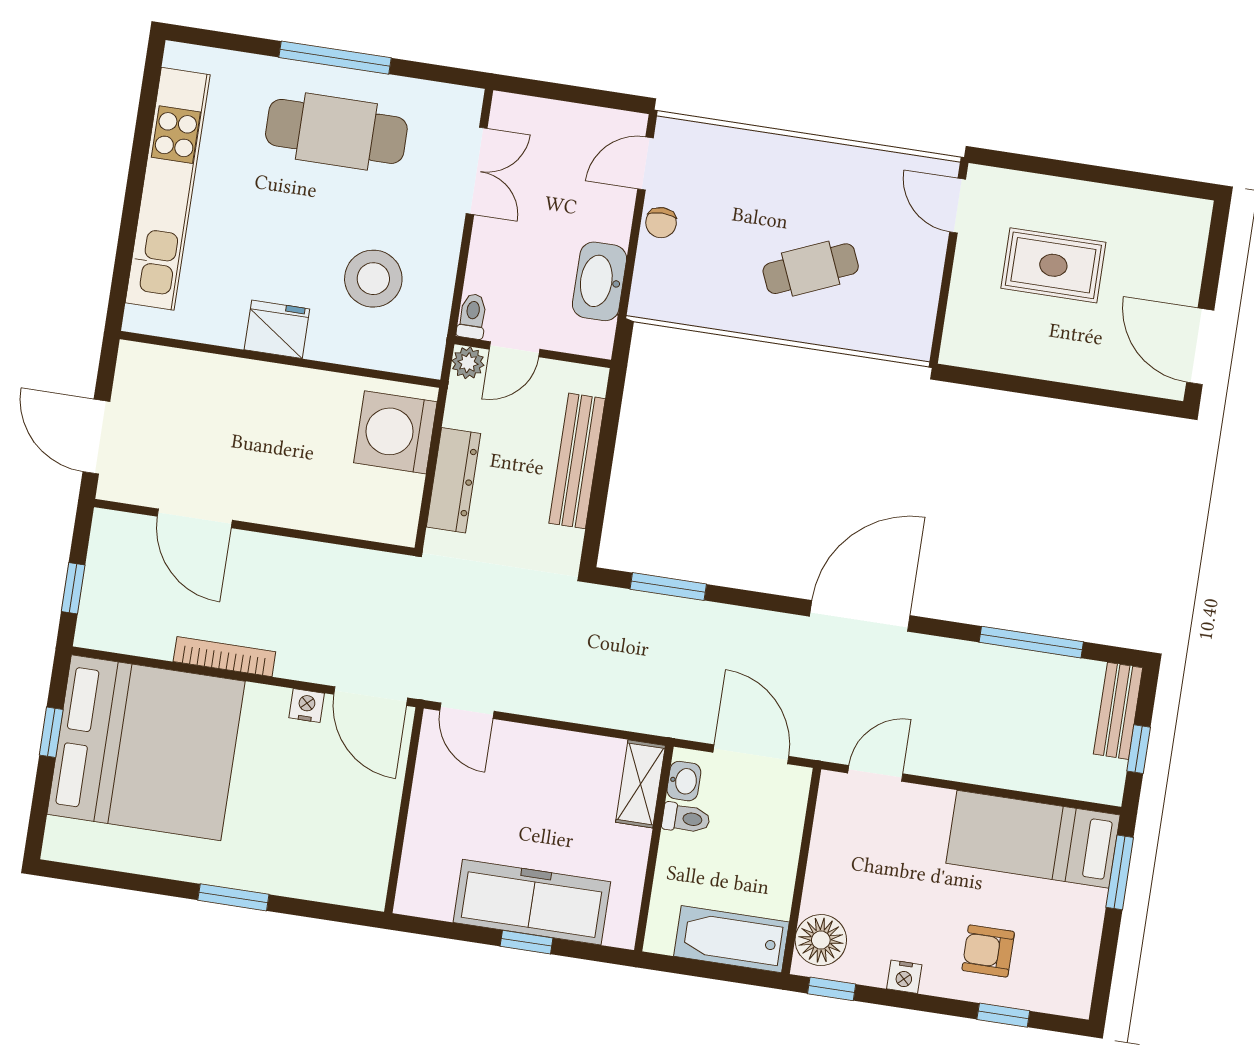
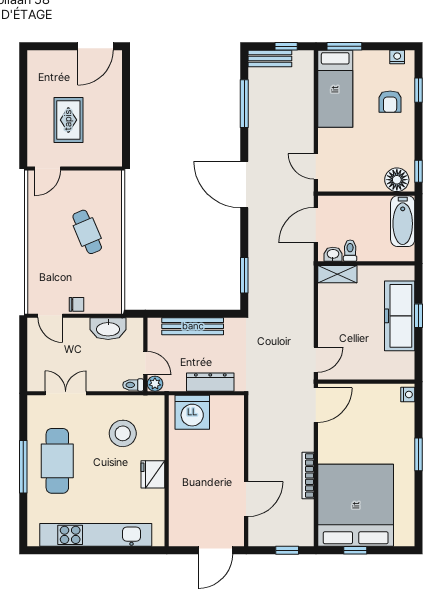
nightstand: (307, 706) -> (408, 394), moved, turned 180
nightstand: (904, 977) -> (397, 57), moved, turned -90

